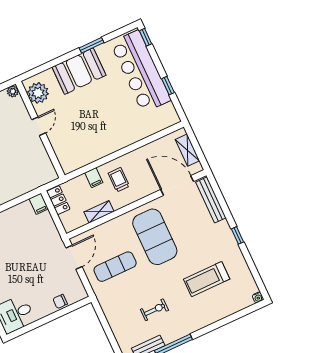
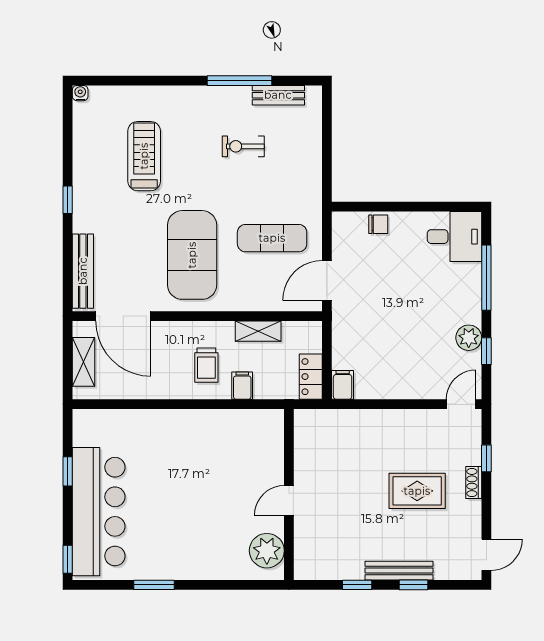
booth: (79, 71) -> (191, 555), removed
plant: (13, 91) -> (303, 570), removed
treadmill: (207, 279) -> (144, 156), turned -90

